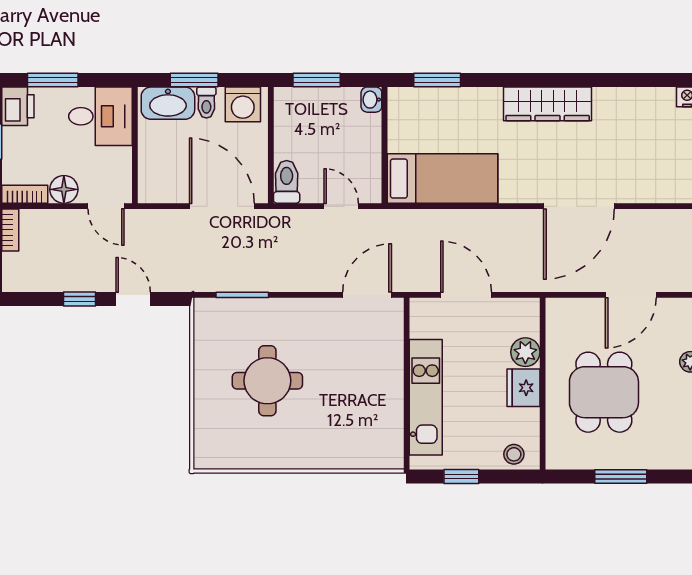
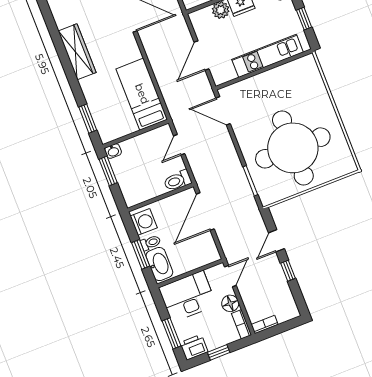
window: (317, 80) -> (108, 171), moved
desk: (100, 116) -> (187, 296), width x1.37
round table: (267, 381) -> (293, 148), width x1.86, depth x1.86

